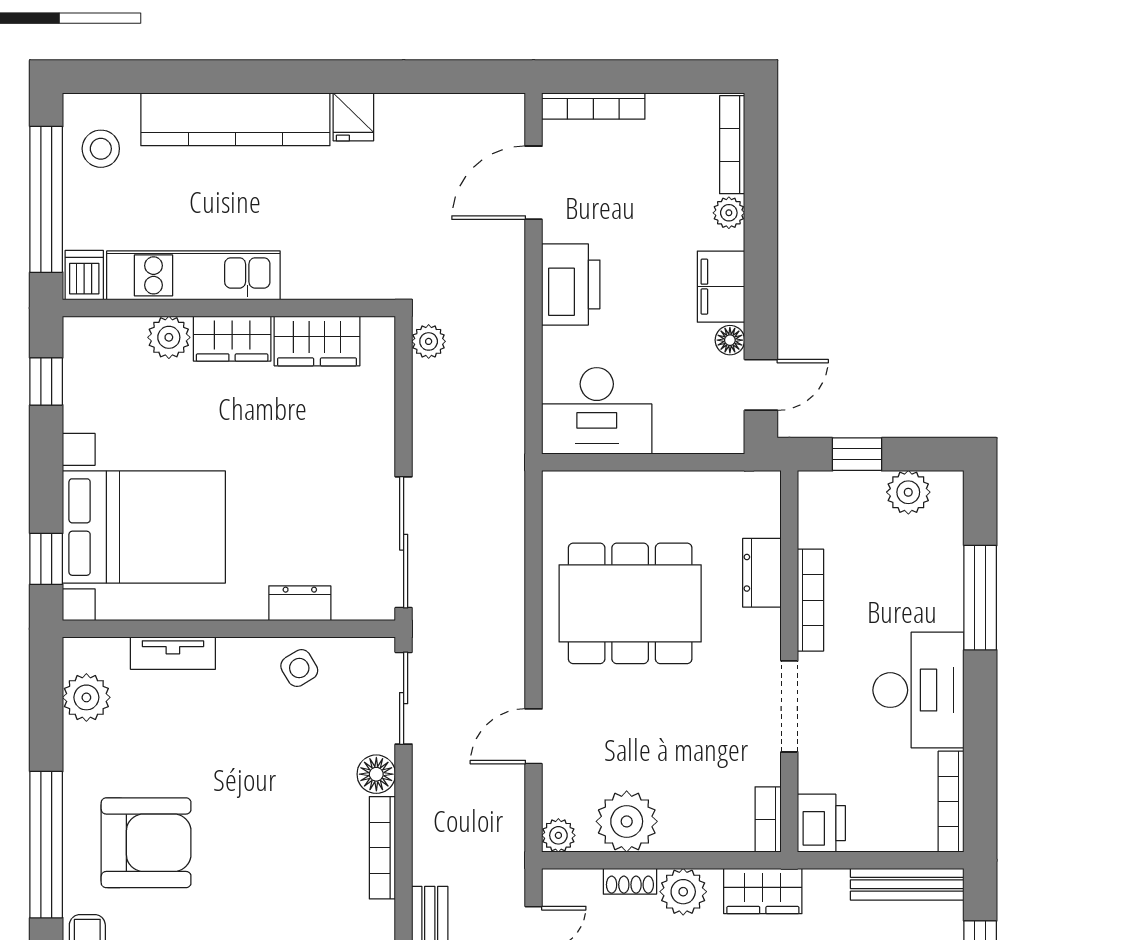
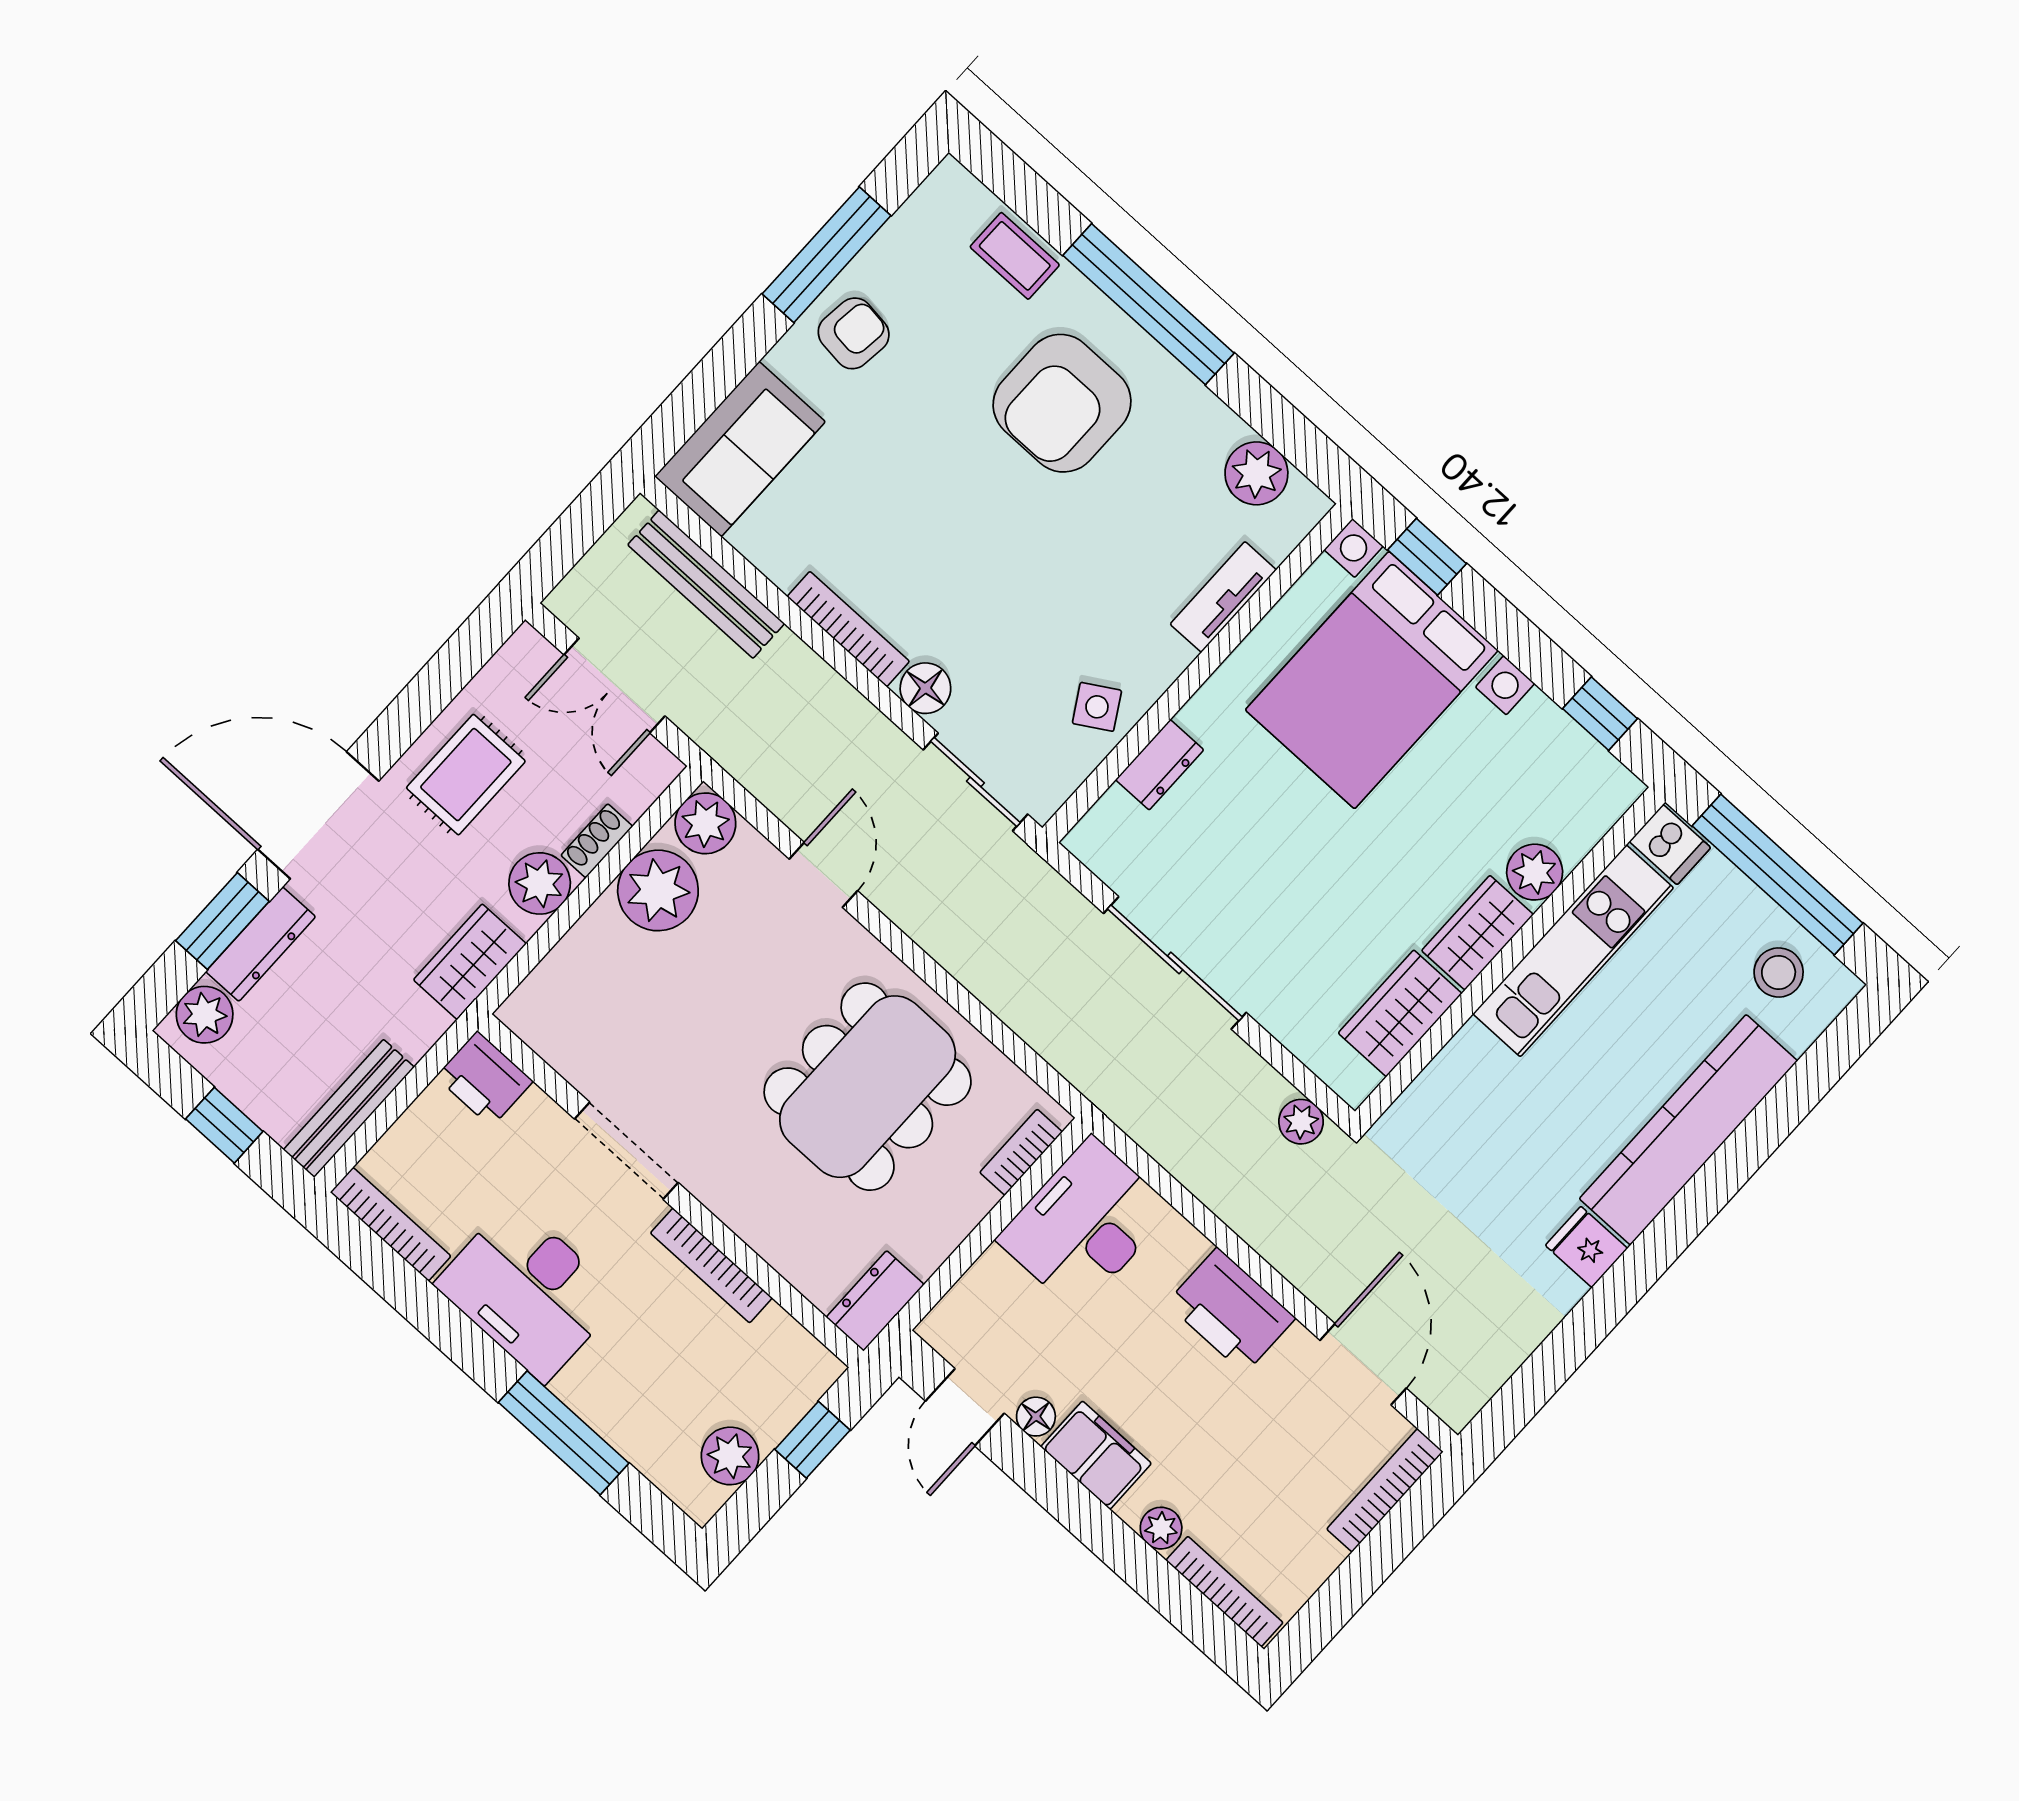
sliding door: (404, 542) -> (1175, 963), moved
dresser: (762, 573) -> (875, 1301), moved, turned -90
bookcase: (768, 819) -> (1021, 1152), moved, turned -90
plant: (558, 835) -> (705, 823), width x1.38, depth x1.38

